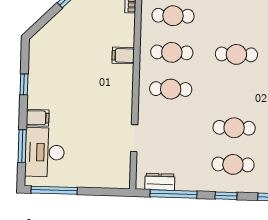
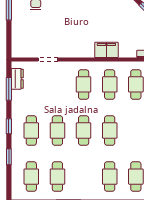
filing cabinet: (123, 55) -> (106, 50), width x2.00
cafe table: (235, 91) -> (84, 130), added
window: (173, 194) -> (9, 89), width x0.69

